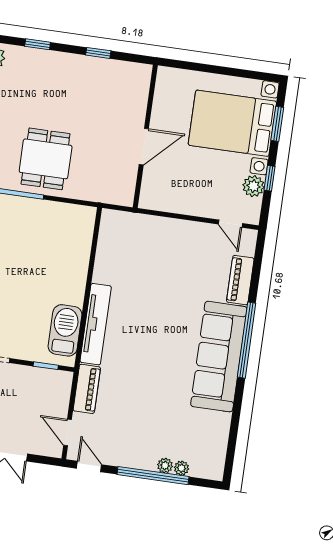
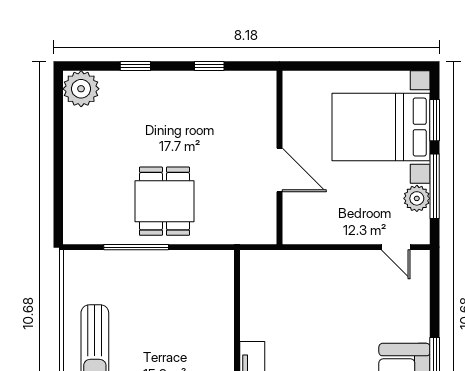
door: (144, 147) -> (279, 170), hinge flipped
window: (270, 178) -> (435, 186), width x2.17
piano: (240, 280) -> (417, 313), removed

